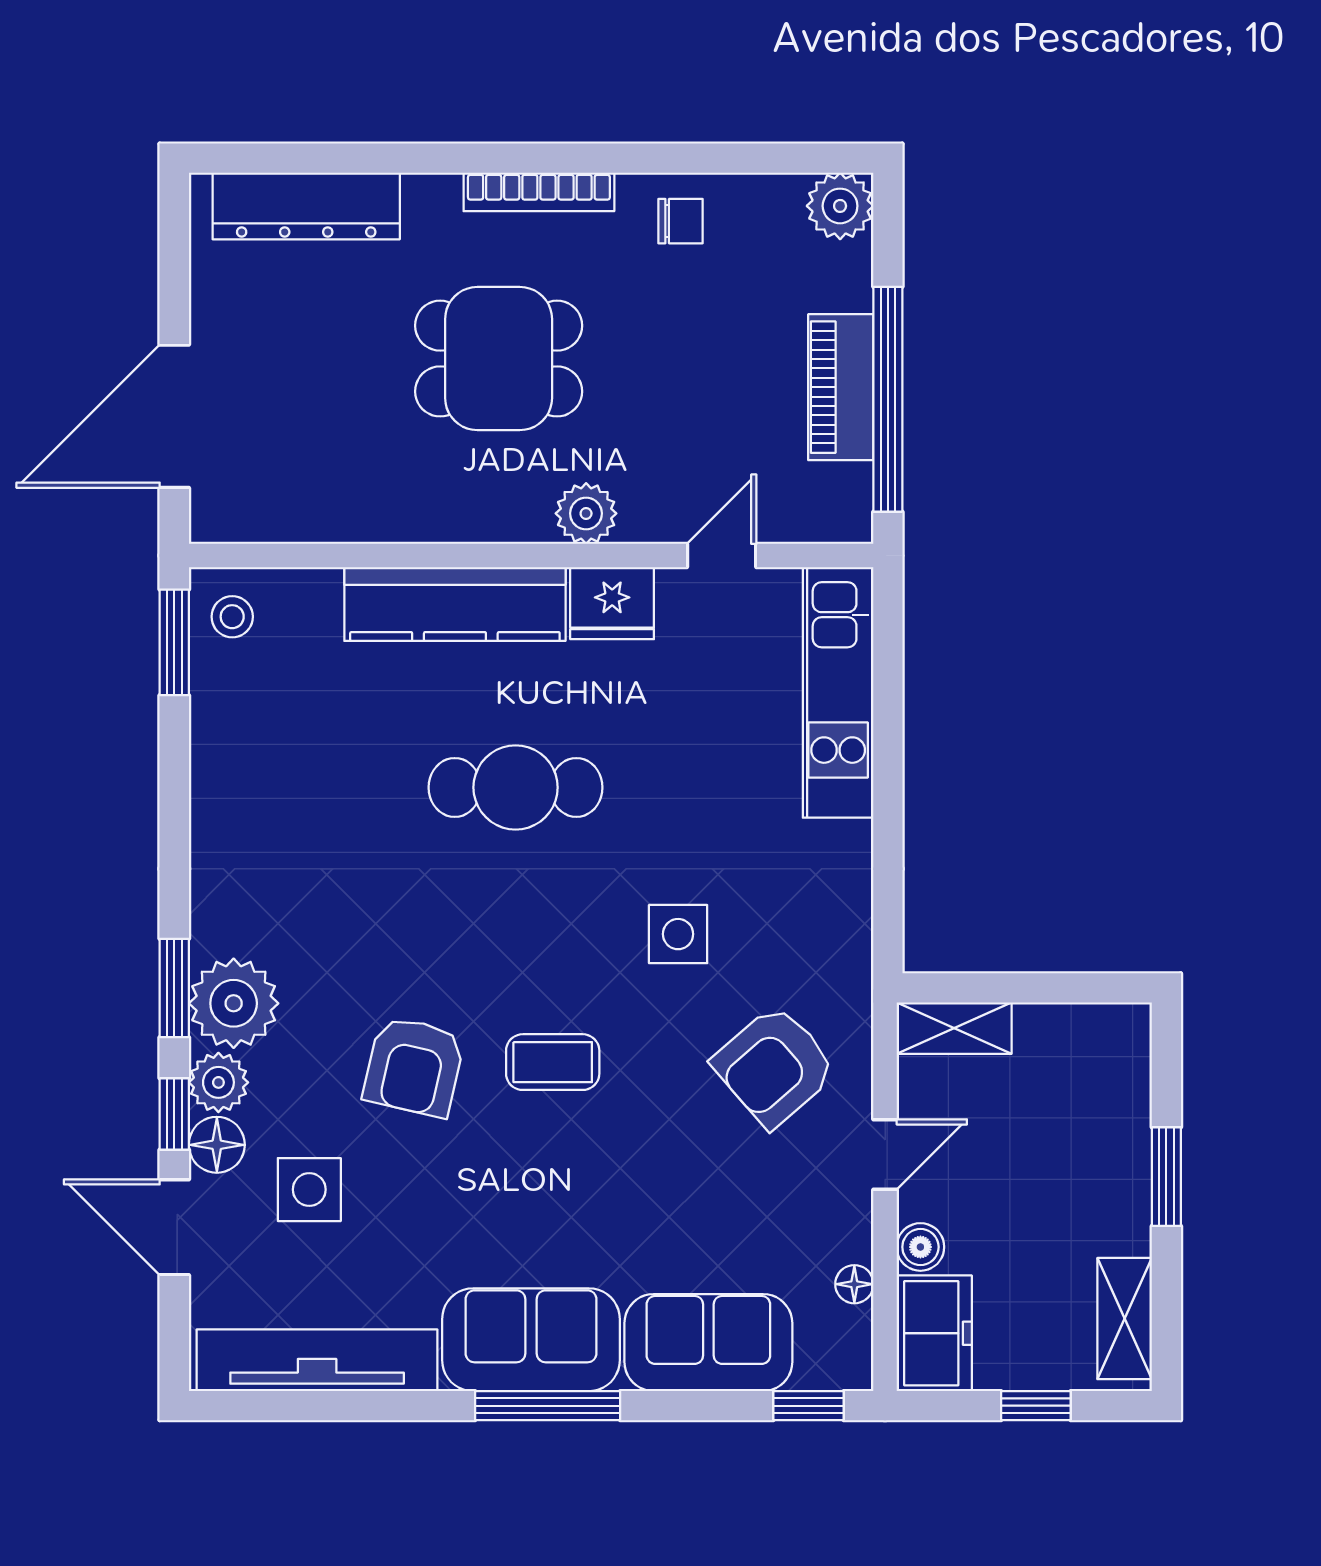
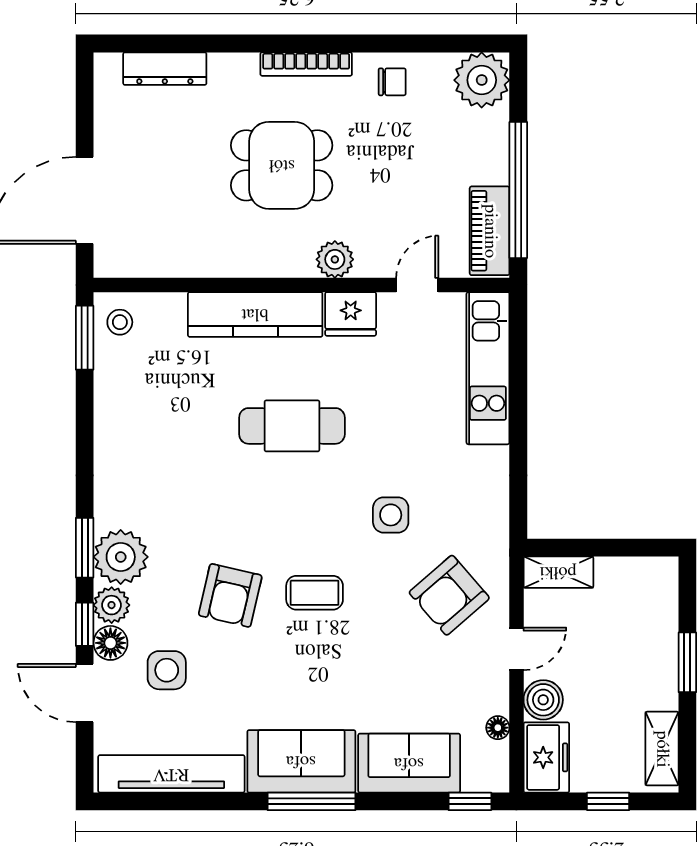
dresser: (306, 206) -> (165, 69), width x0.73, depth x0.80
plant: (840, 206) -> (482, 80), width x1.36, depth x1.36
piano: (841, 387) -> (490, 231), moved
boiler: (920, 1247) -> (543, 700), width x1.36, depth x1.36

